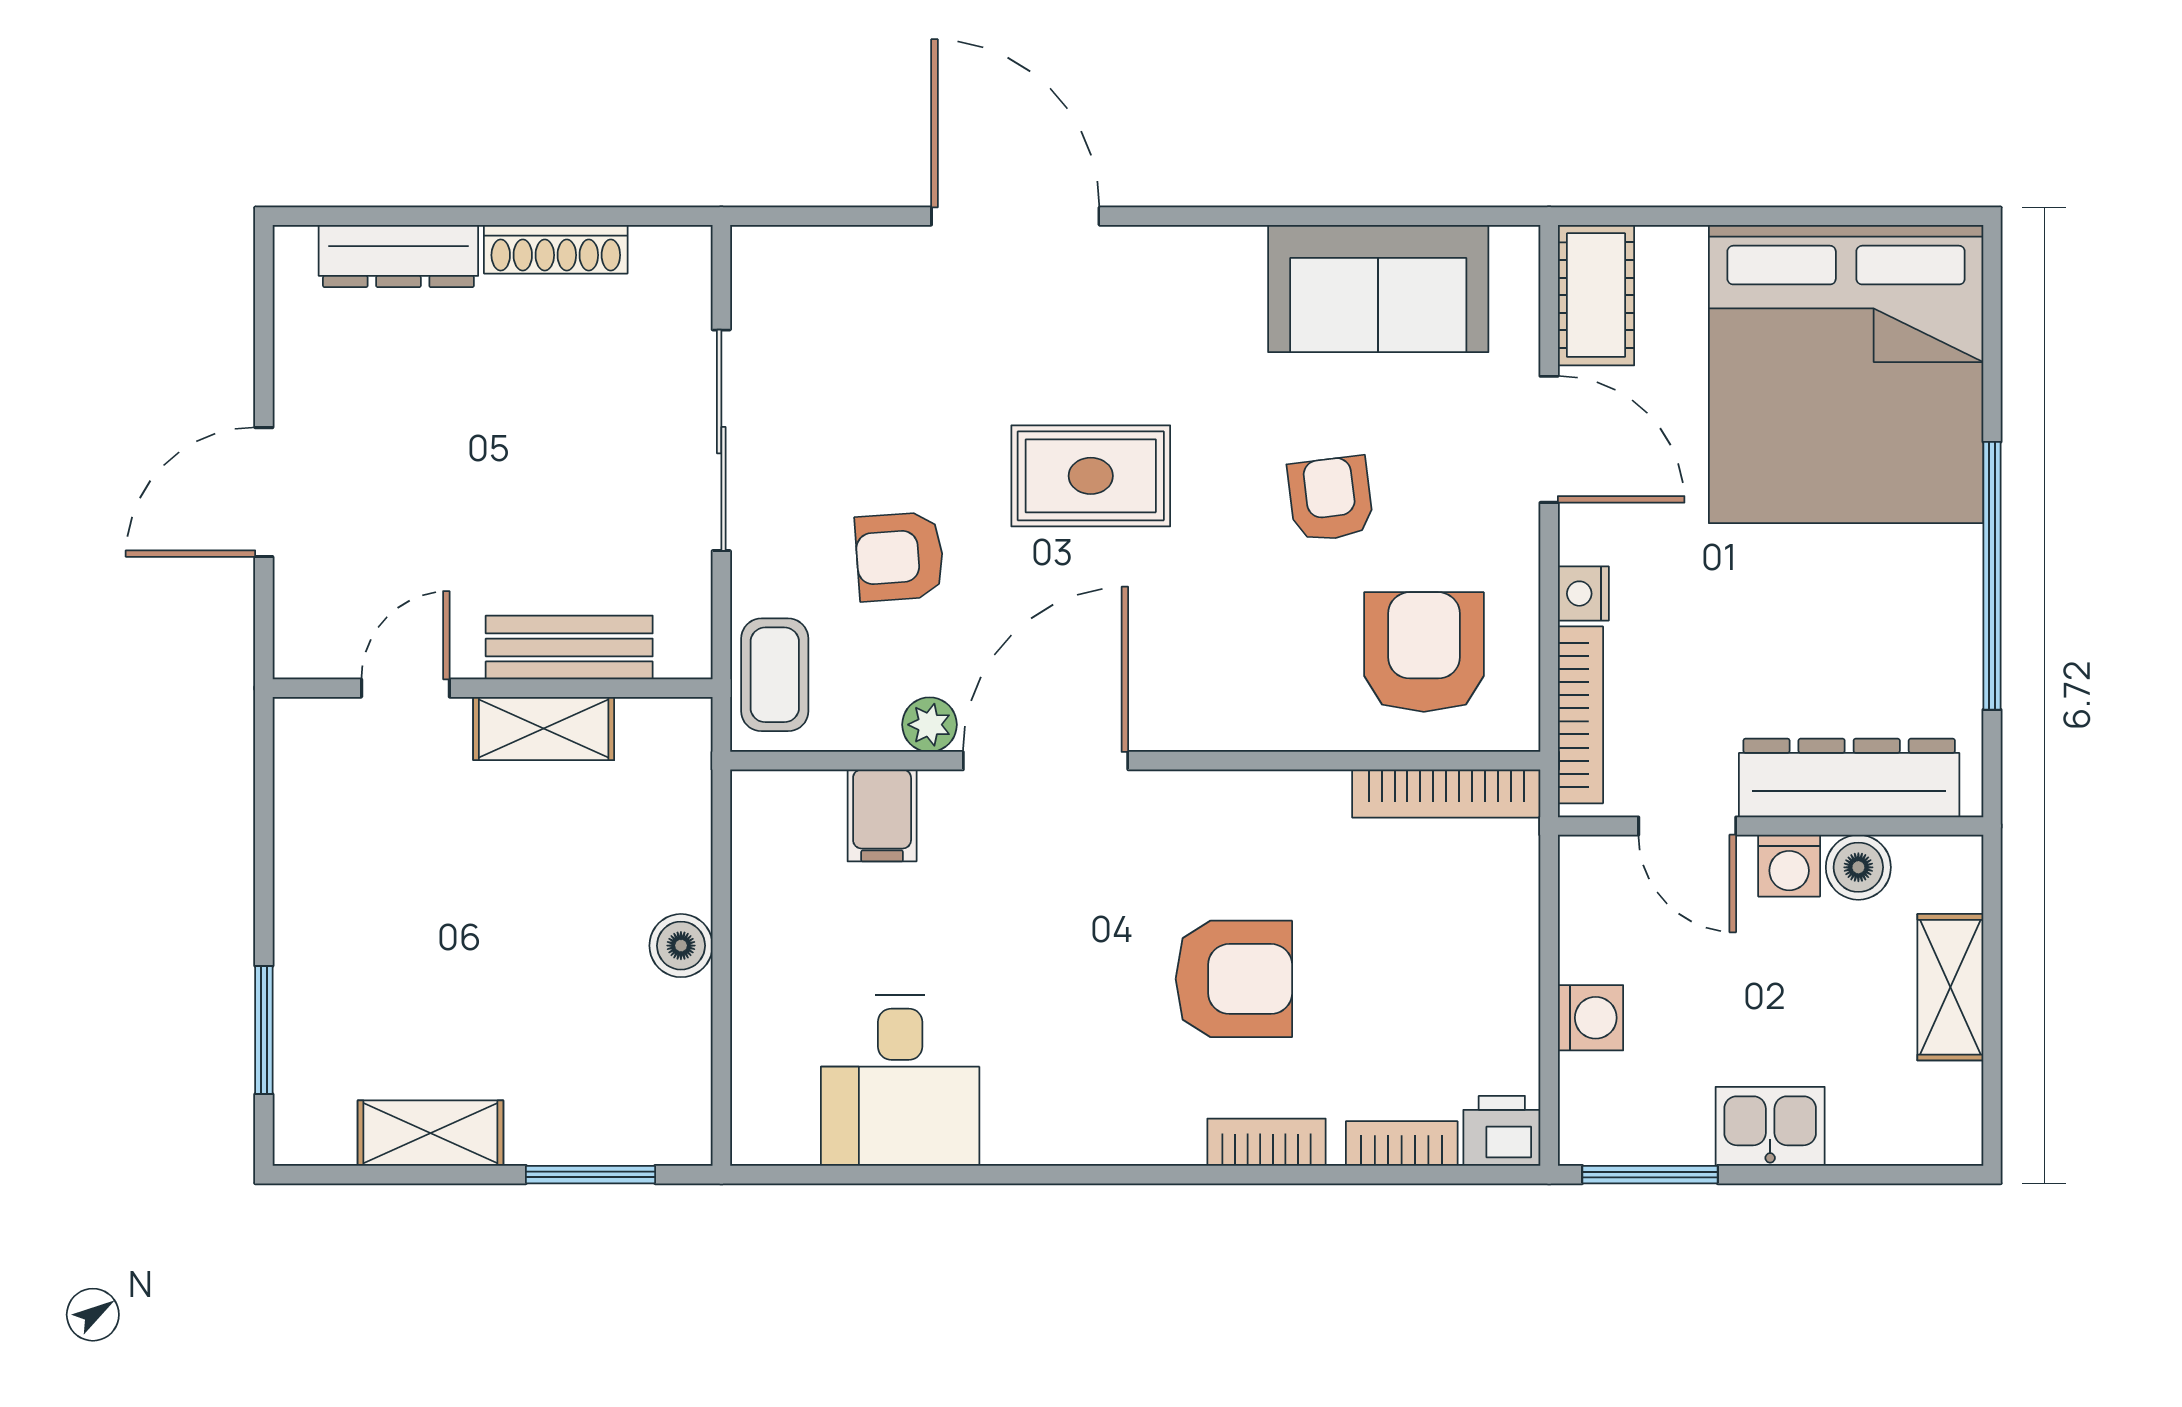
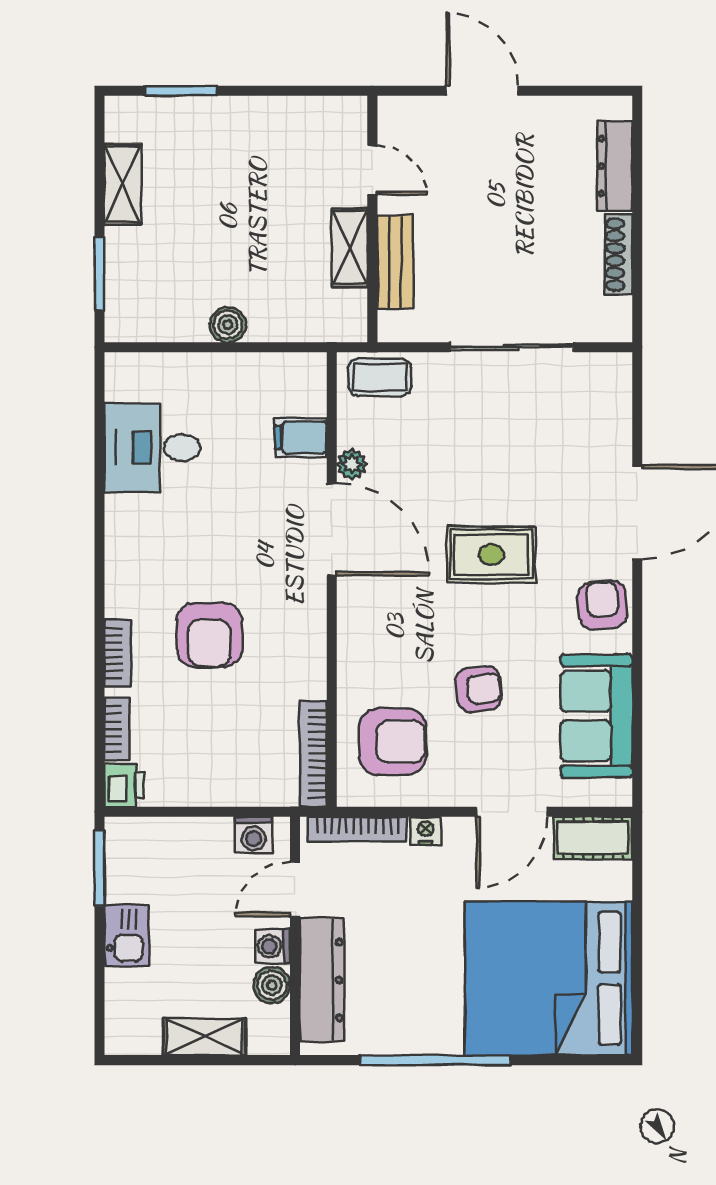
rug: (1091, 476) -> (491, 555), turned 90
armchair: (900, 557) -> (602, 605), moved
washing machine: (1590, 1018) -> (254, 835), moved

